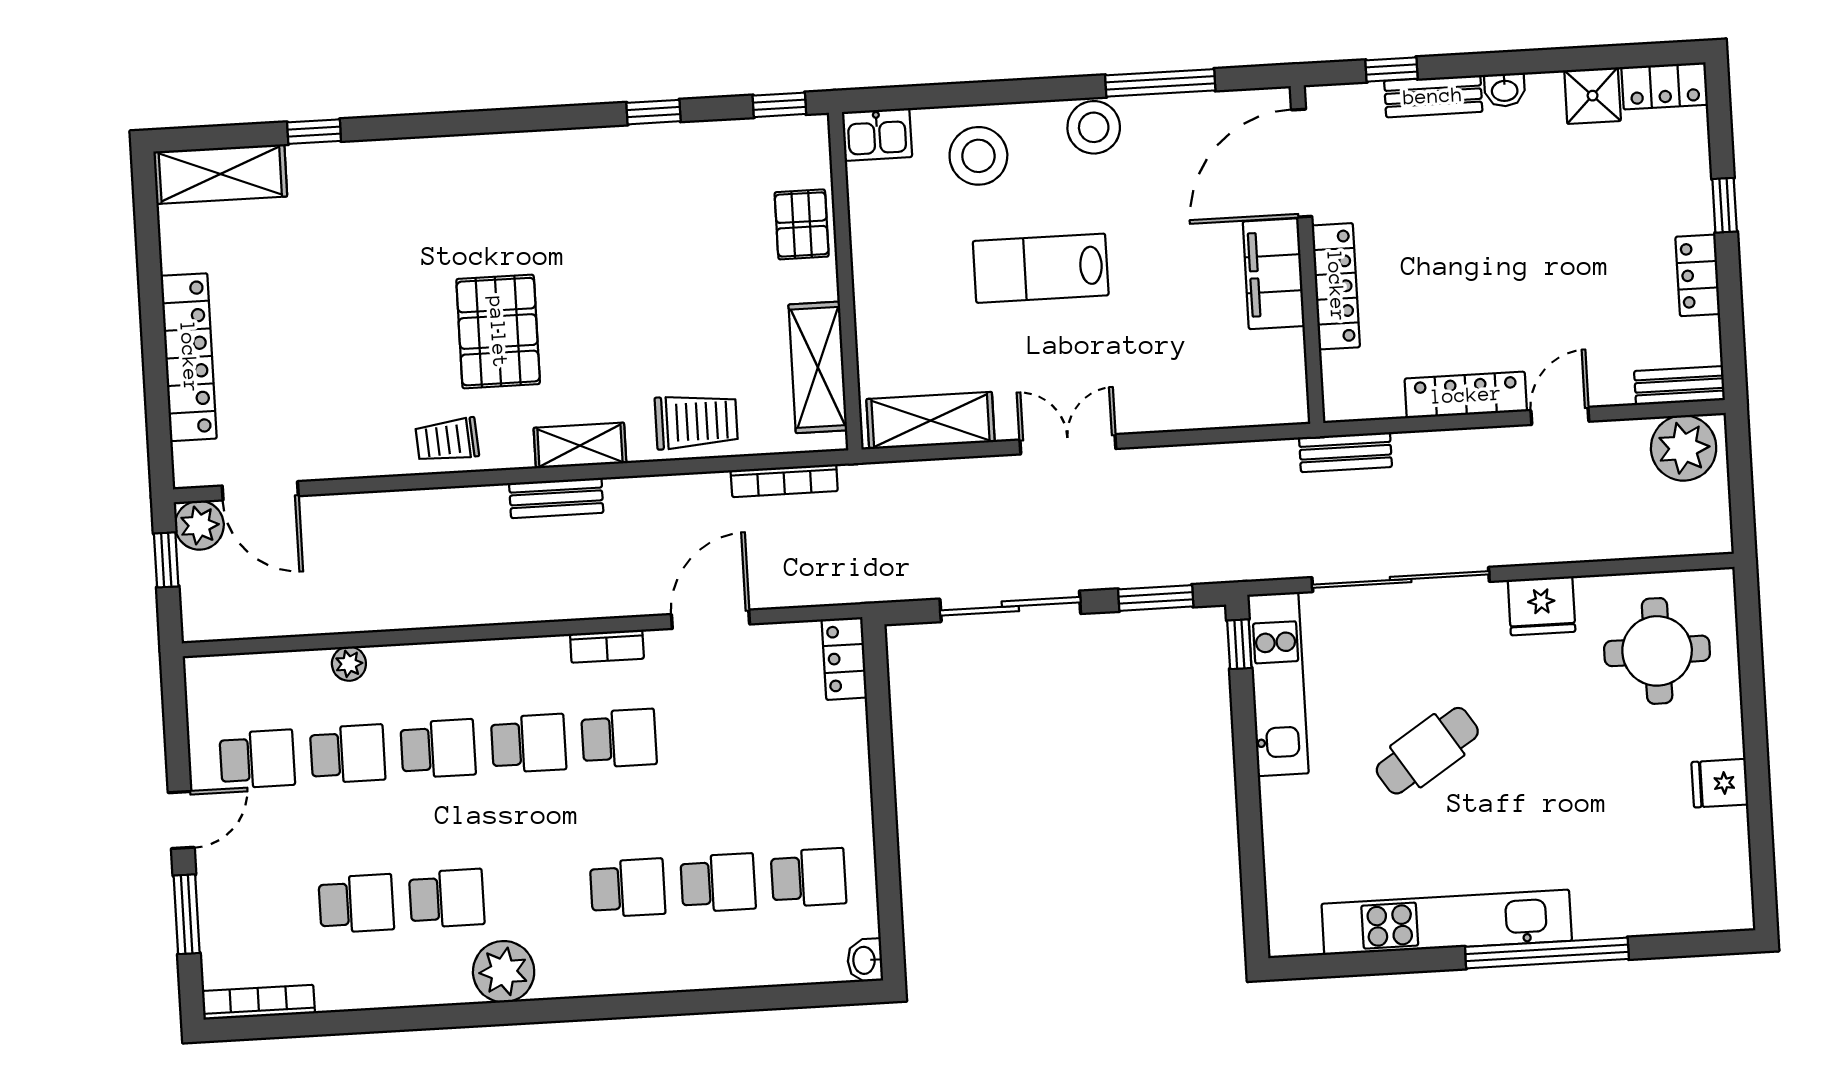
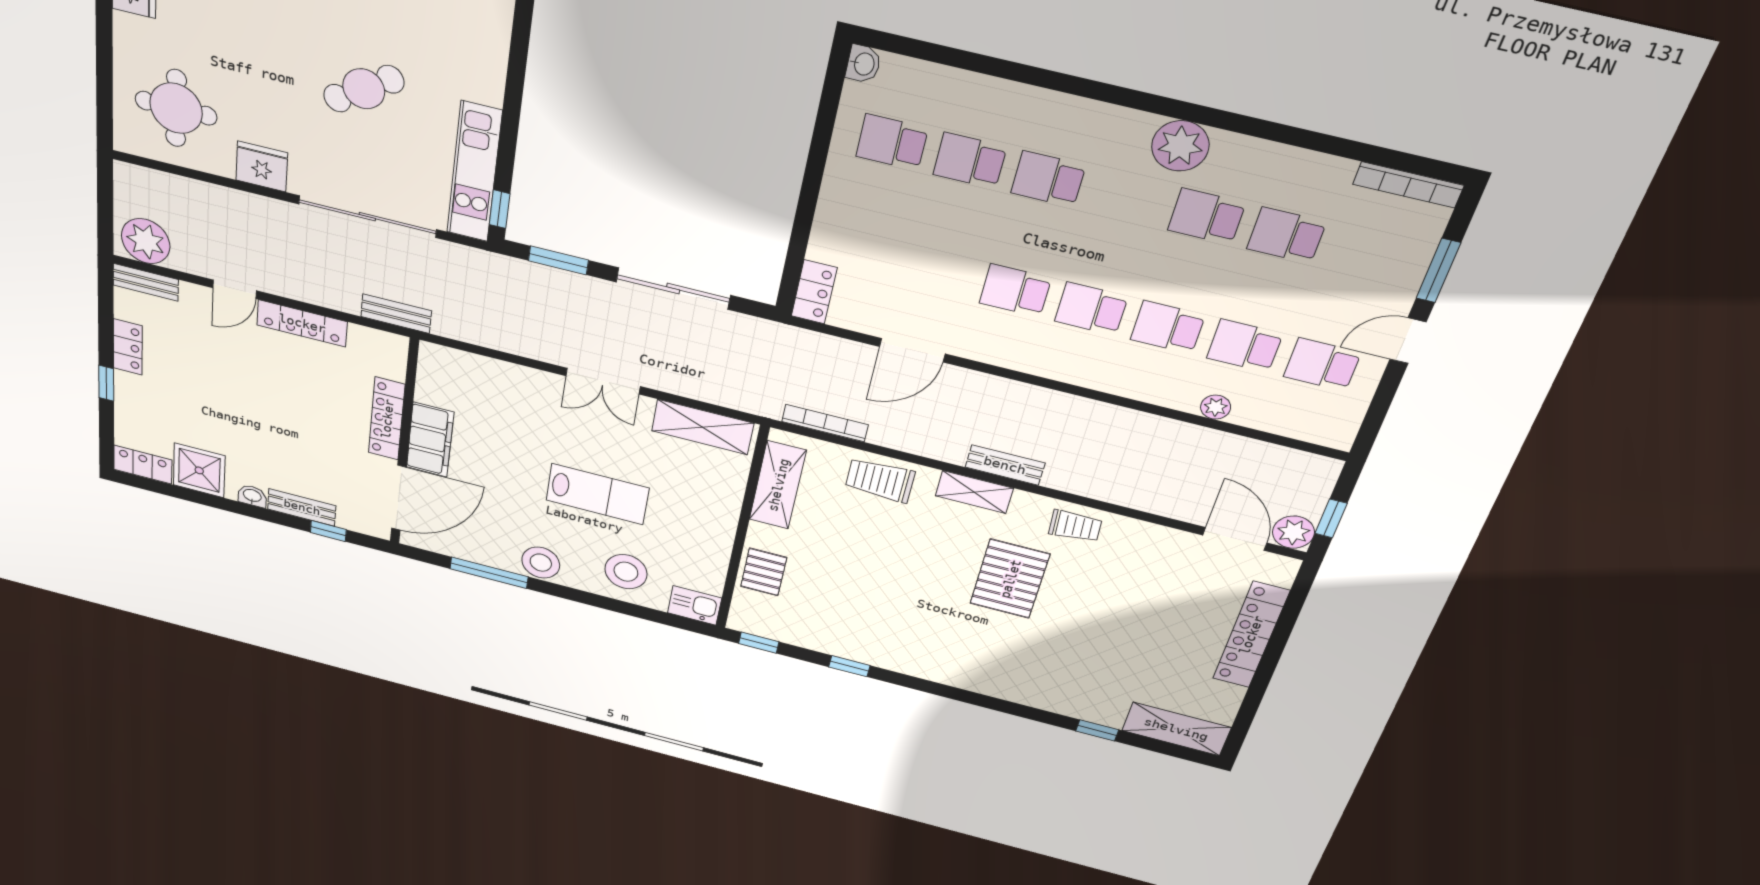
shower: (1593, 96) -> (199, 470), width x1.36, depth x1.36
bookcase: (607, 646) -> (1002, 357), removed

